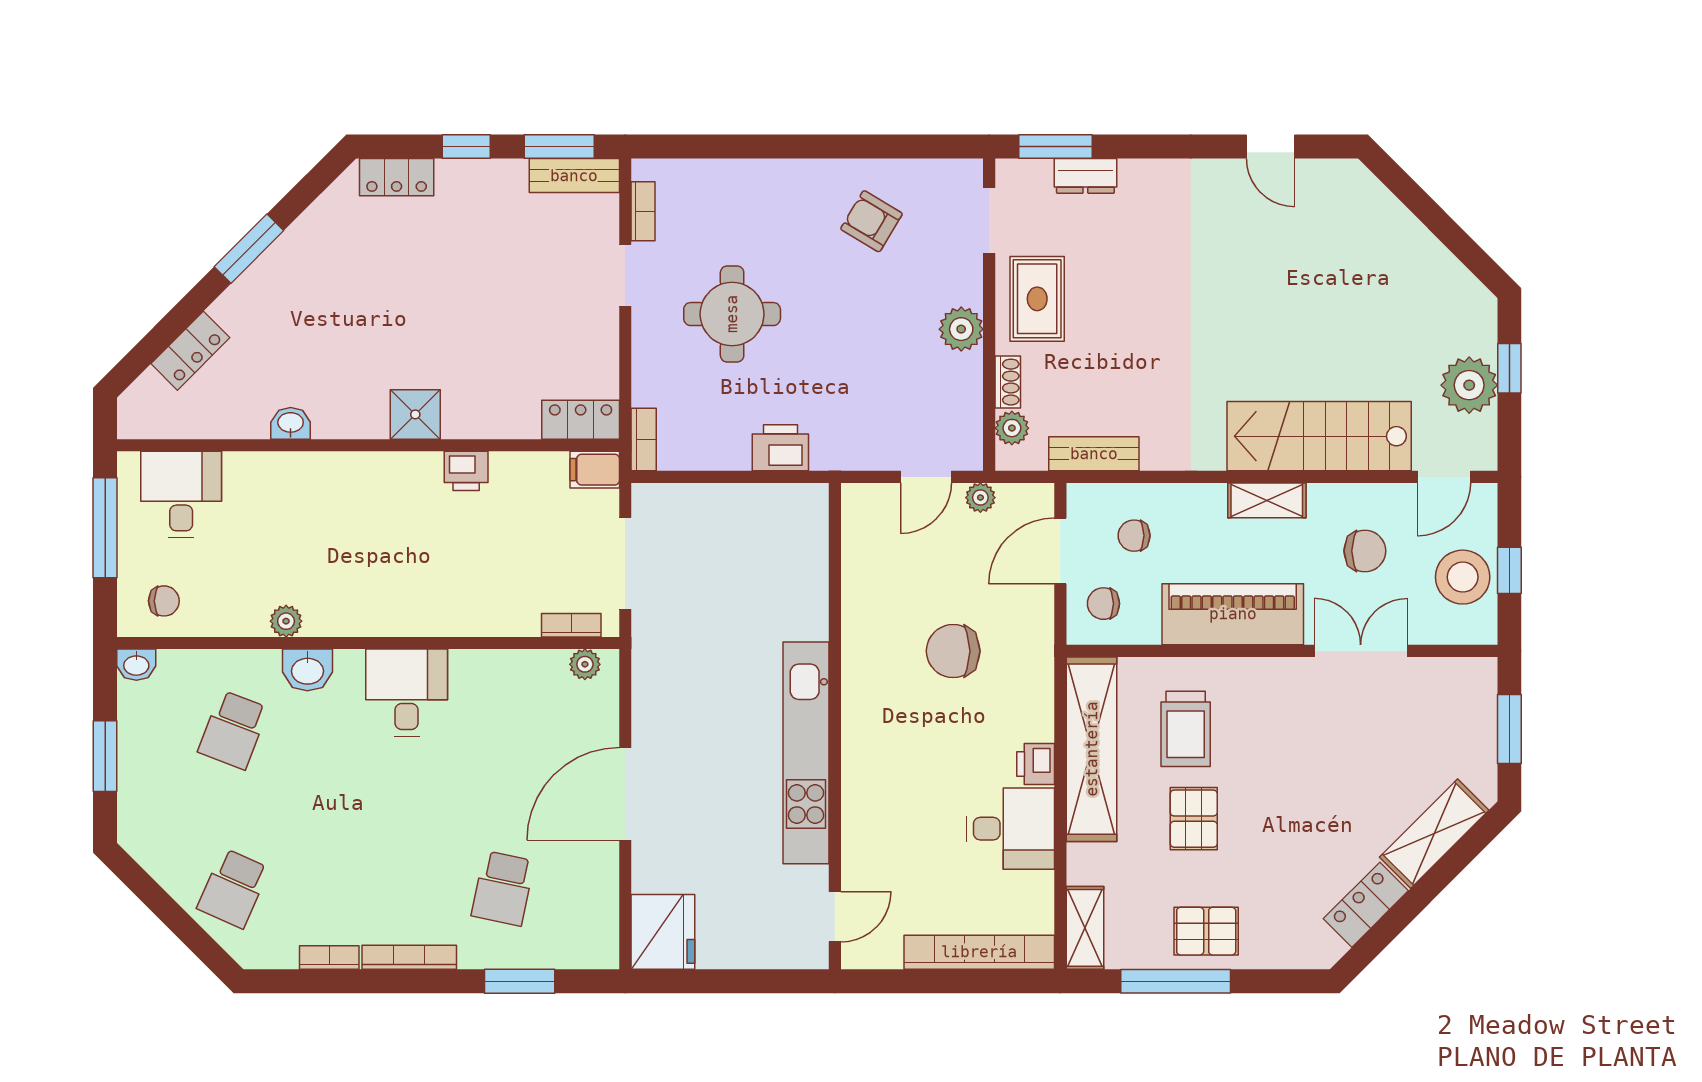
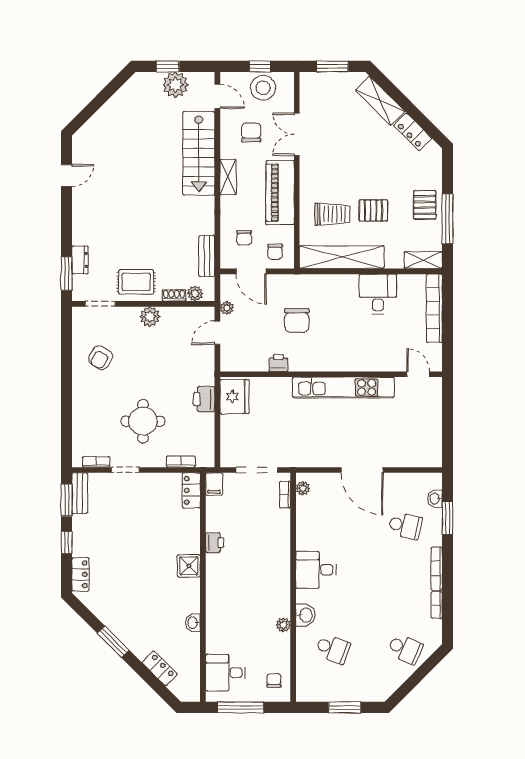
bookcase: (644, 440) -> (181, 462), moved
door: (926, 477) -> (217, 333), swing flipped
washbasin: (136, 665) -> (435, 499), moved, turned 180
printer: (1036, 764) -> (278, 363), moved, turned 180
fridge: (663, 932) -> (235, 397), moved, turned 90

